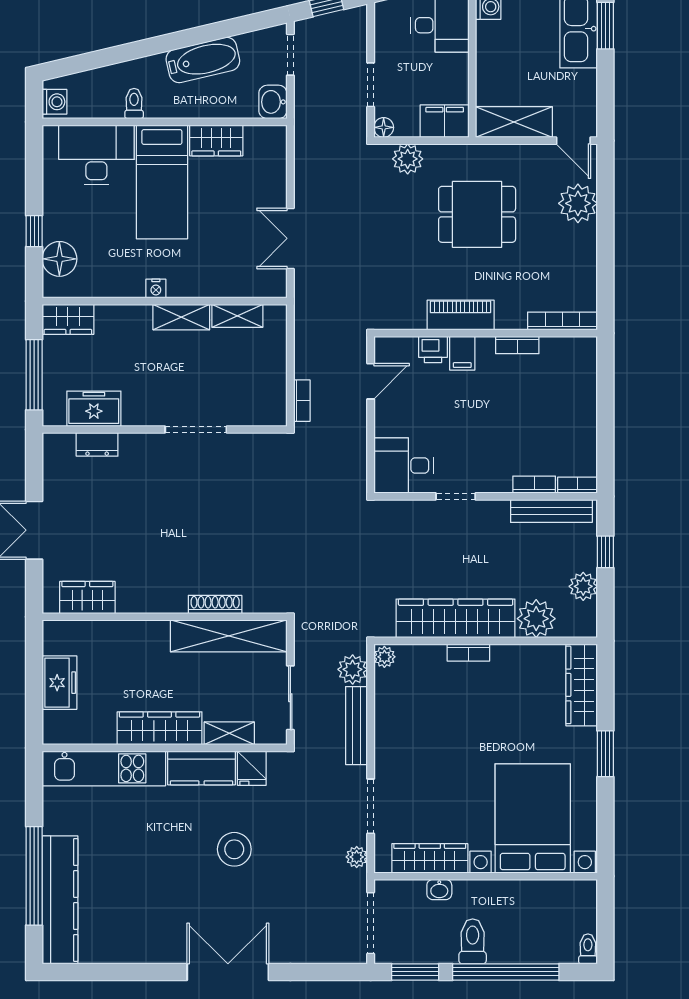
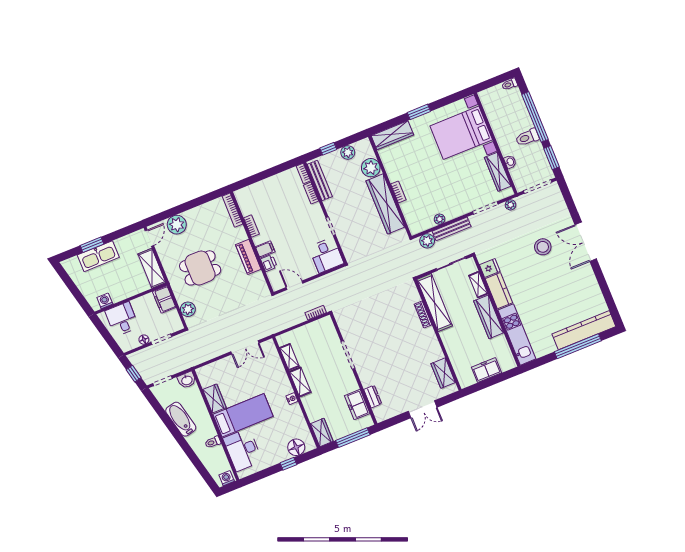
floor lamp: (384, 127) -> (144, 340), moved
dining table: (477, 214) -> (200, 268), turned 90
plant: (384, 657) -> (440, 219), moved
stool: (234, 849) -> (543, 247), moved

